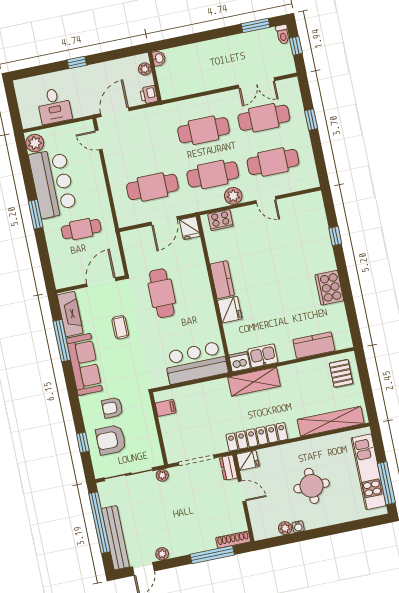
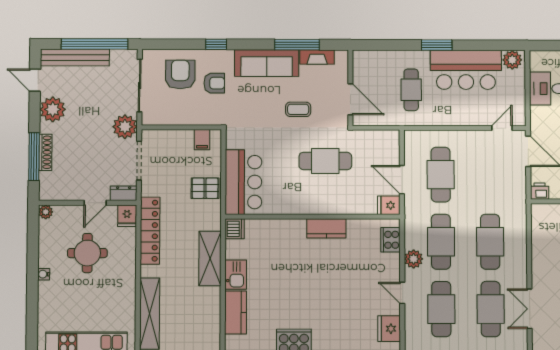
door: (266, 200) -> (402, 293), hinge flipped
fridge: (230, 310) -> (389, 329), moved, turned 90
fireplace: (70, 314) -> (317, 57), width x0.73, depth x0.76
kitchen sink: (263, 356) -> (236, 275), moved
pallet: (341, 373) -> (205, 188), moved
shelving: (254, 382) -> (210, 259), moved
armchair: (112, 408) -> (214, 83), turned 90
window: (83, 442) -> (216, 44), moved
plant: (162, 475) -> (125, 127), width x1.87, depth x1.87
round table: (312, 486) -> (87, 253), moved
water cooler: (298, 527) -> (44, 274), moved
plant: (285, 528) -> (46, 212), moved
shoe rack: (233, 540) -> (46, 152), moved
plant: (162, 554) -> (53, 109), width x1.88, depth x1.88

